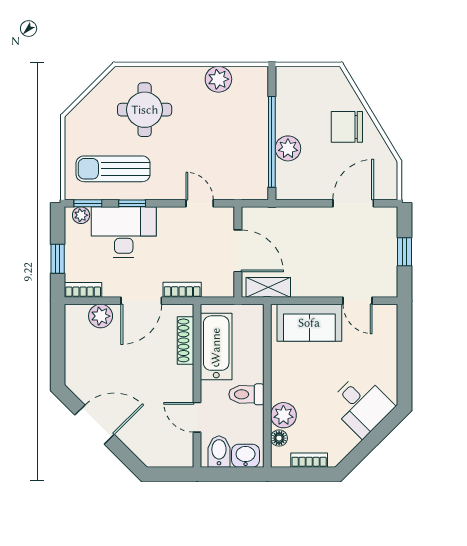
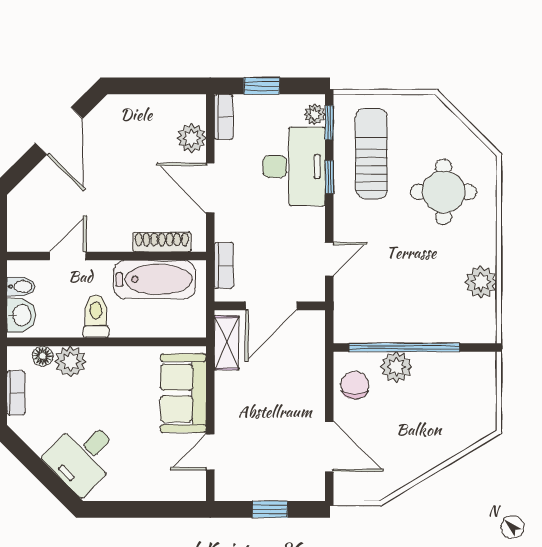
chair: (347, 127) -> (355, 385), moved, width x0.73, depth x0.73
bookcase: (182, 290) -> (224, 265), moved
bidet: (219, 452) -> (21, 286), width x0.72, depth x0.74

